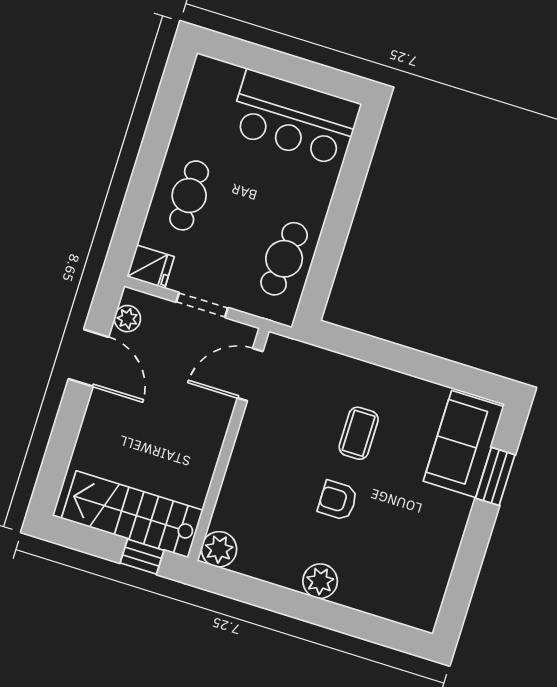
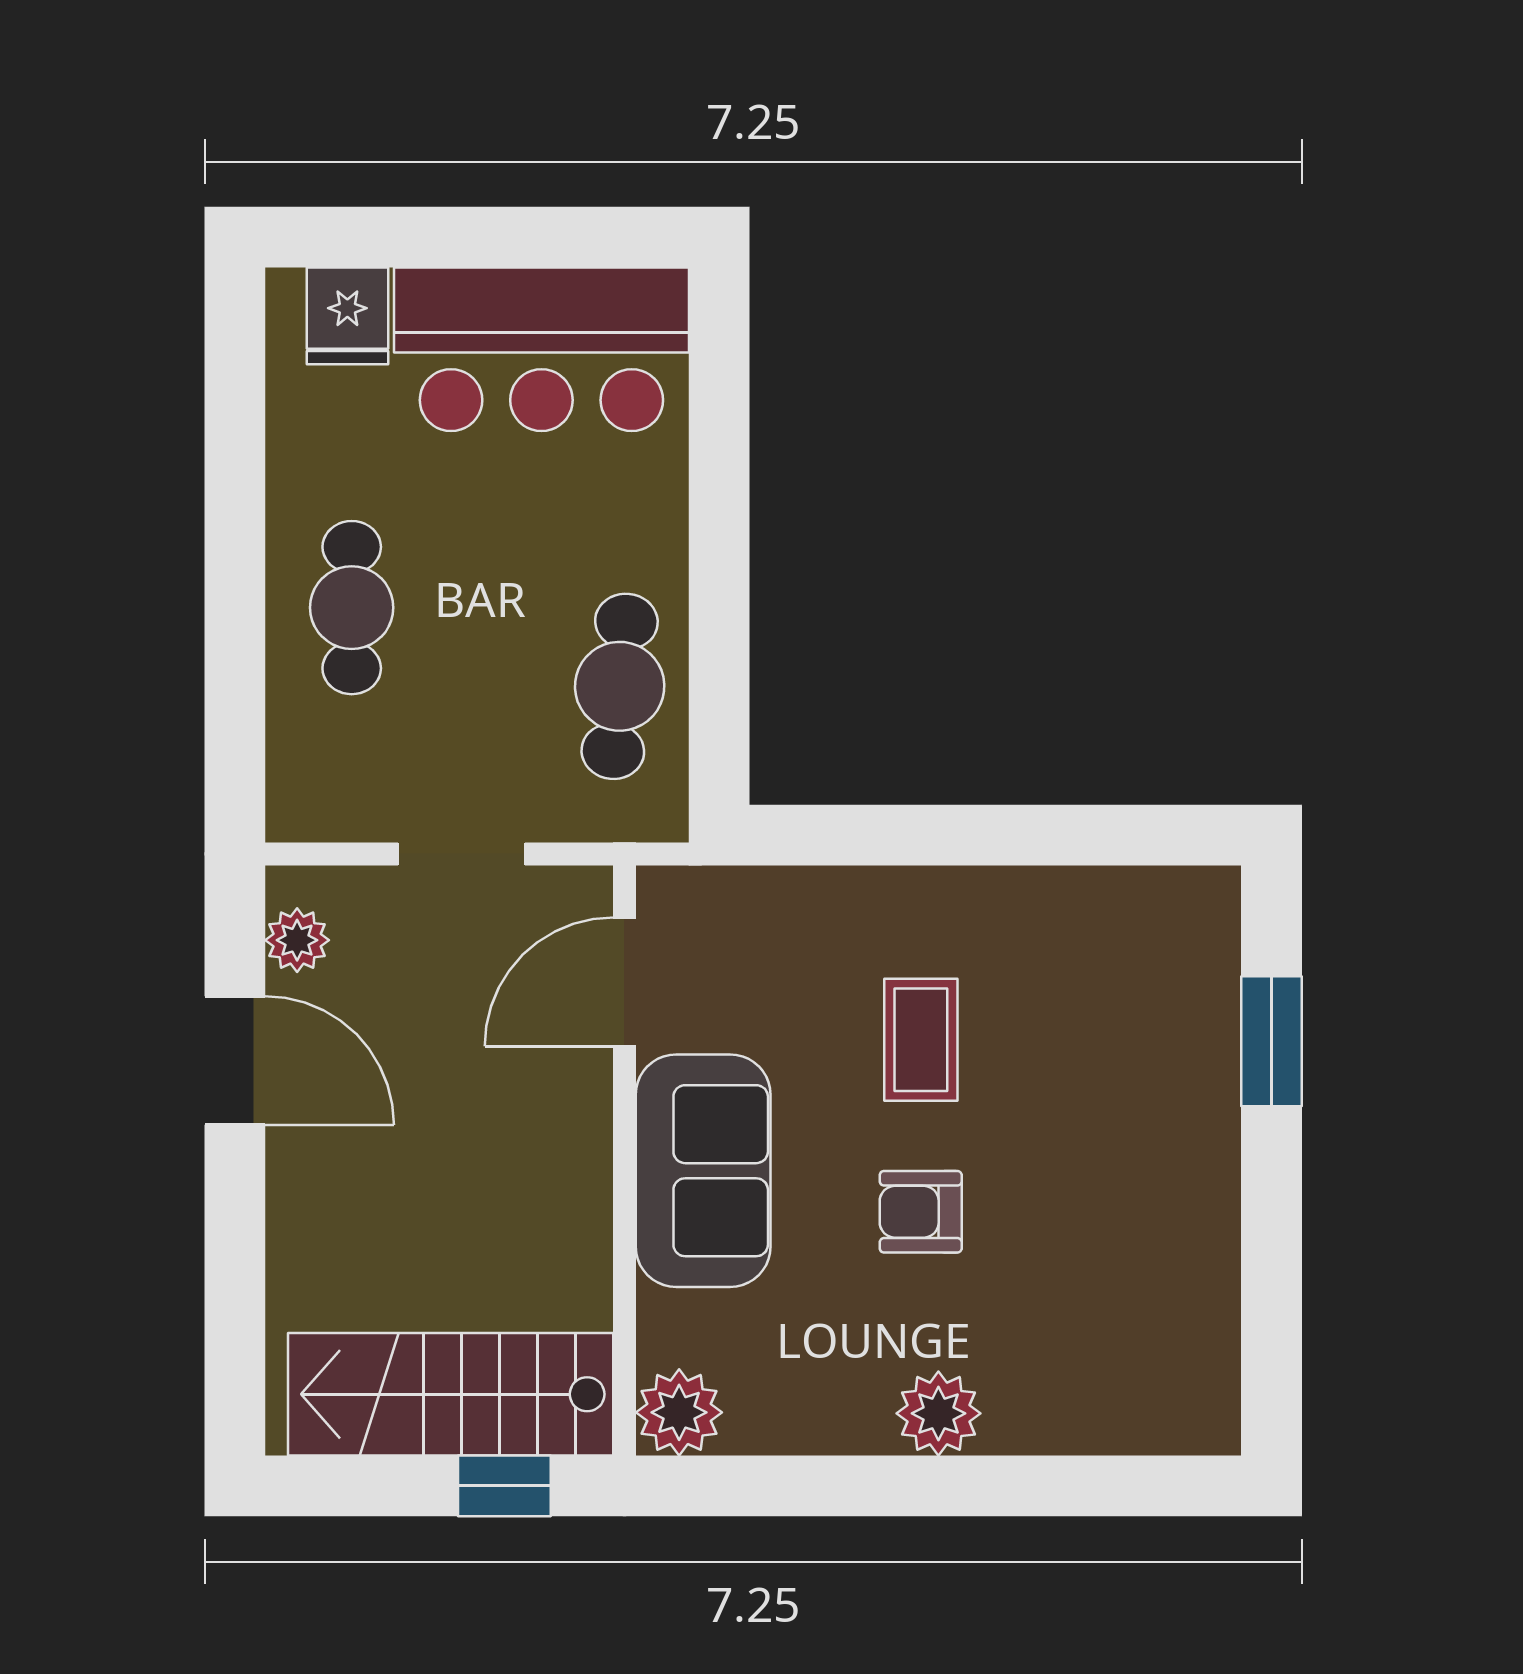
fridge: (151, 267) -> (347, 316), moved, turned 90
sofa: (464, 444) -> (703, 1171), moved, turned 180

